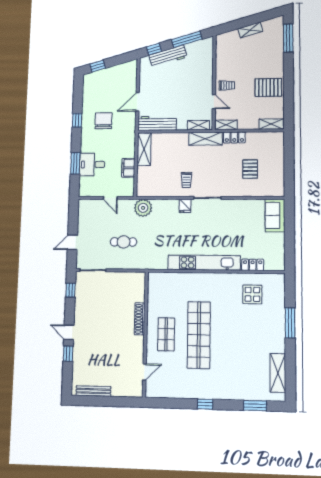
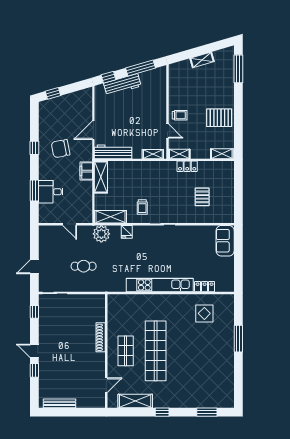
chair: (103, 121) -> (61, 149), turned -101
shelving: (205, 139) -> (110, 217), moved
filing cabinet: (128, 168) -> (86, 171), moved
fridge: (185, 206) -> (127, 232), moved
shelving: (278, 373) -> (135, 401), moved, turned 90

